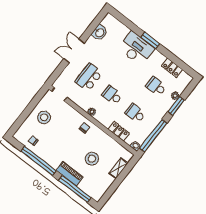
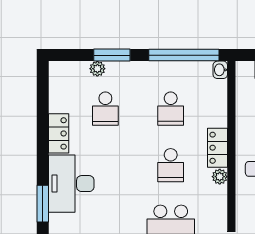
window: (150, 41) -> (43, 204), moved
locker: (172, 68) -> (59, 133), moved
locker: (119, 131) -> (218, 148), moved

